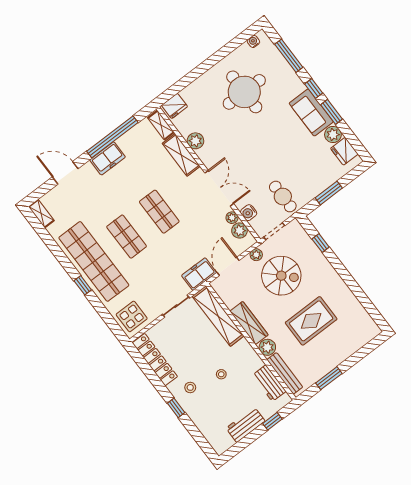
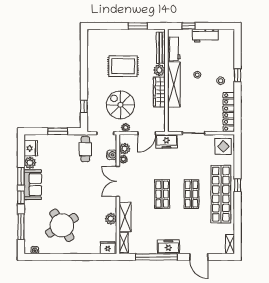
round table: (244, 92) -> (62, 225), turned -32
shelving: (218, 316) -> (174, 84), moved

